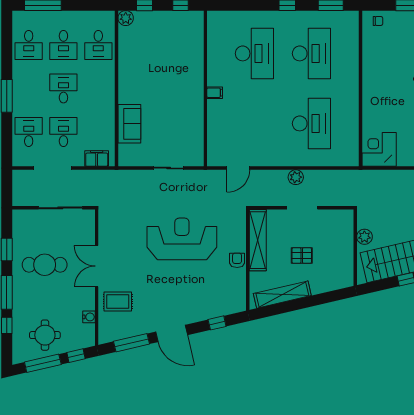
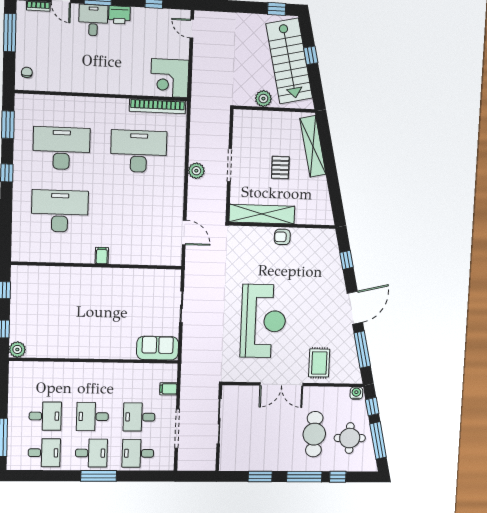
desk: (98, 45) -> (91, 453), moved
sofa: (129, 124) -> (158, 348), moved
bookcase: (353, 139) -> (158, 106), added
filing cabinet: (97, 159) -> (168, 389), width x0.50
reception desk: (182, 239) -> (263, 321), moved, turned 180
cafe table: (45, 265) -> (314, 434), moved
shelving: (282, 295) -> (313, 146), moved
water cooler: (89, 317) -> (356, 393), moved

